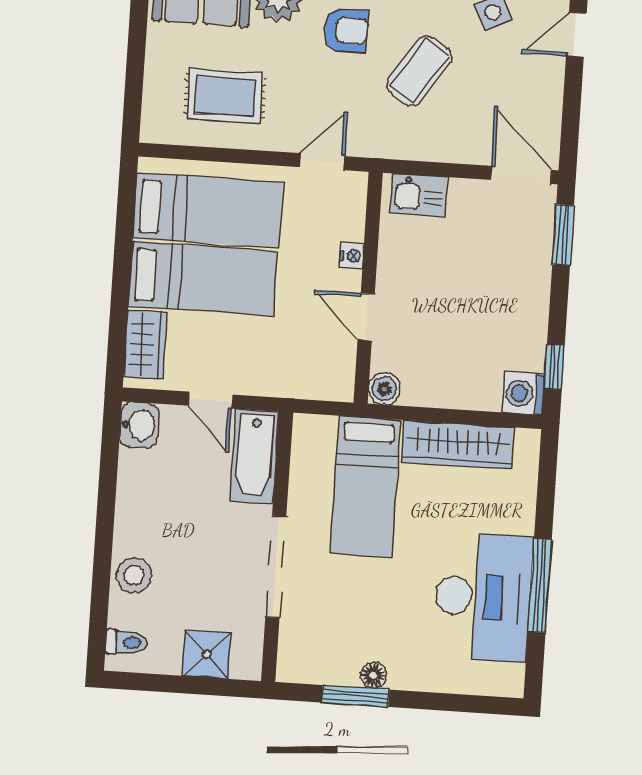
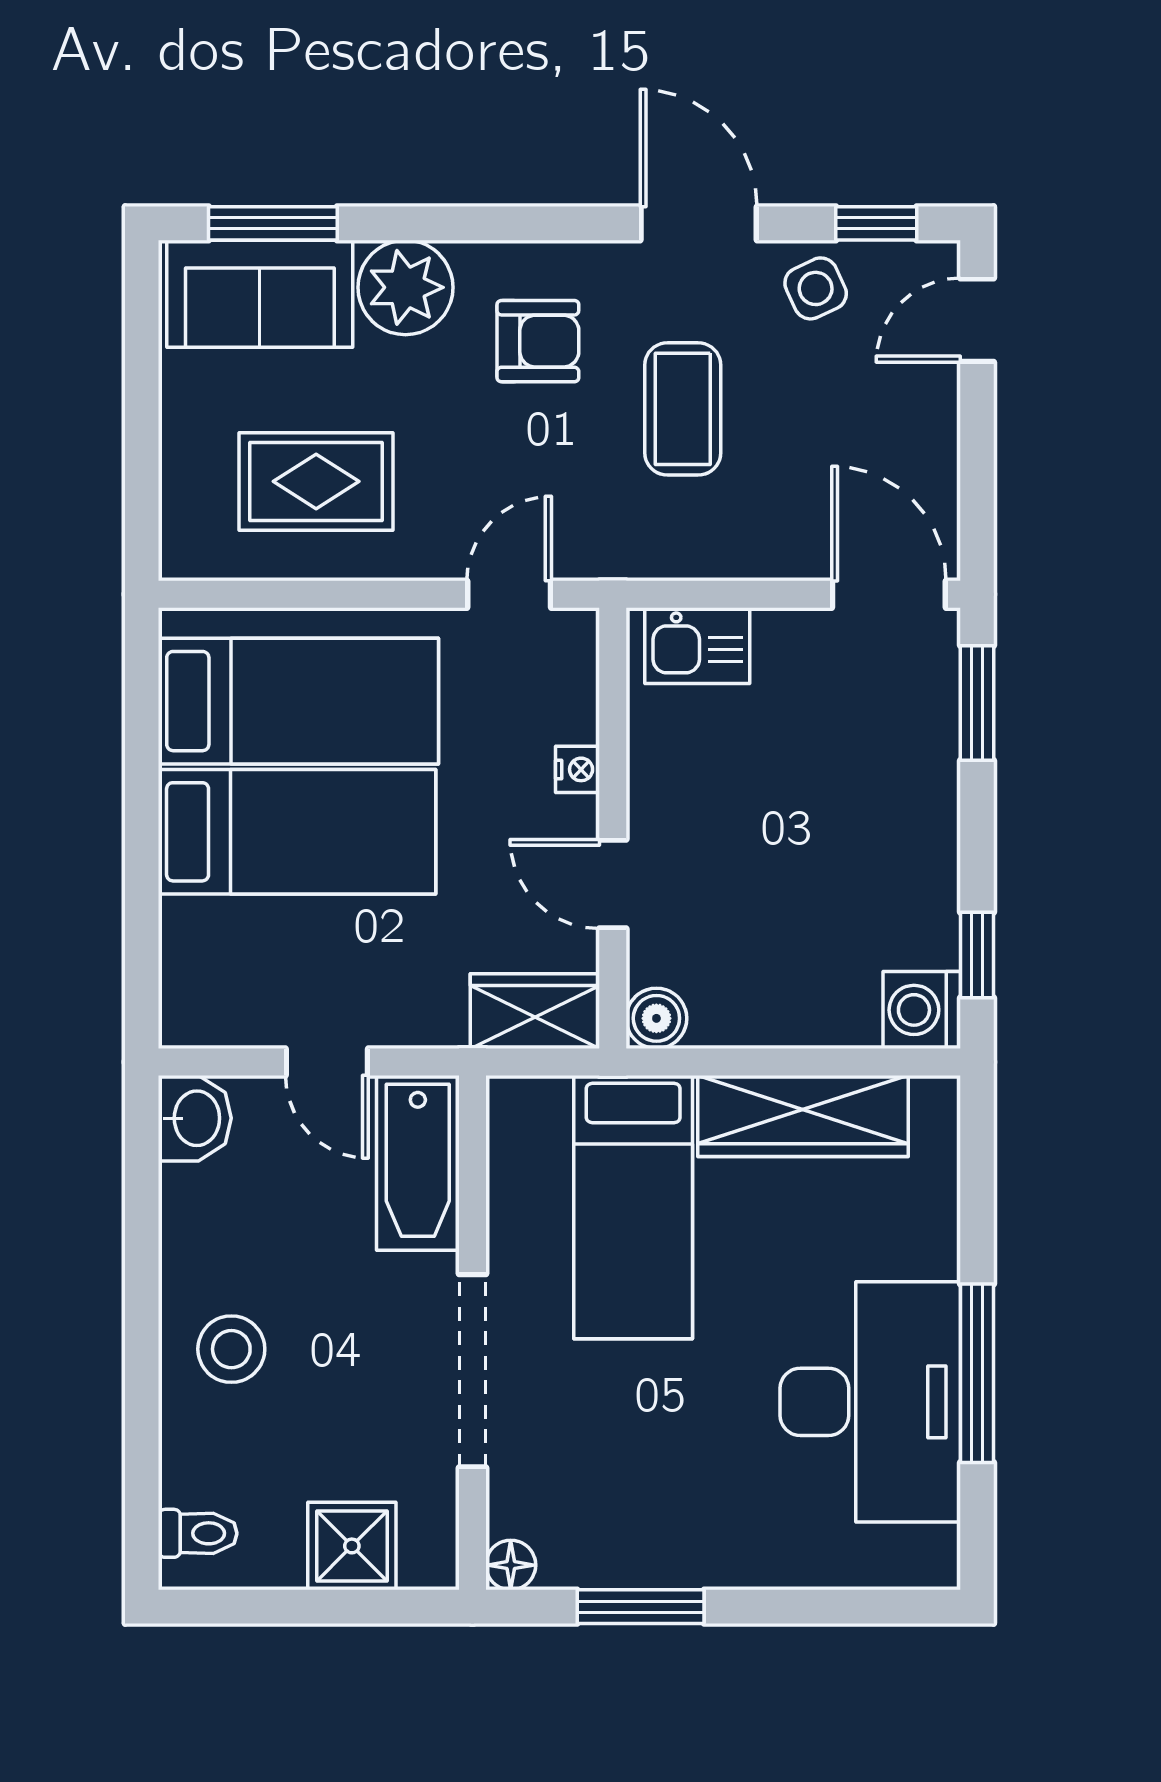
coffee table: (419, 71) -> (683, 409), turned -33
wardrobe: (145, 344) -> (535, 1011), moved, turned -90
stool: (134, 575) -> (231, 1349), moved
floor lamp: (373, 675) -> (511, 1565), moved

